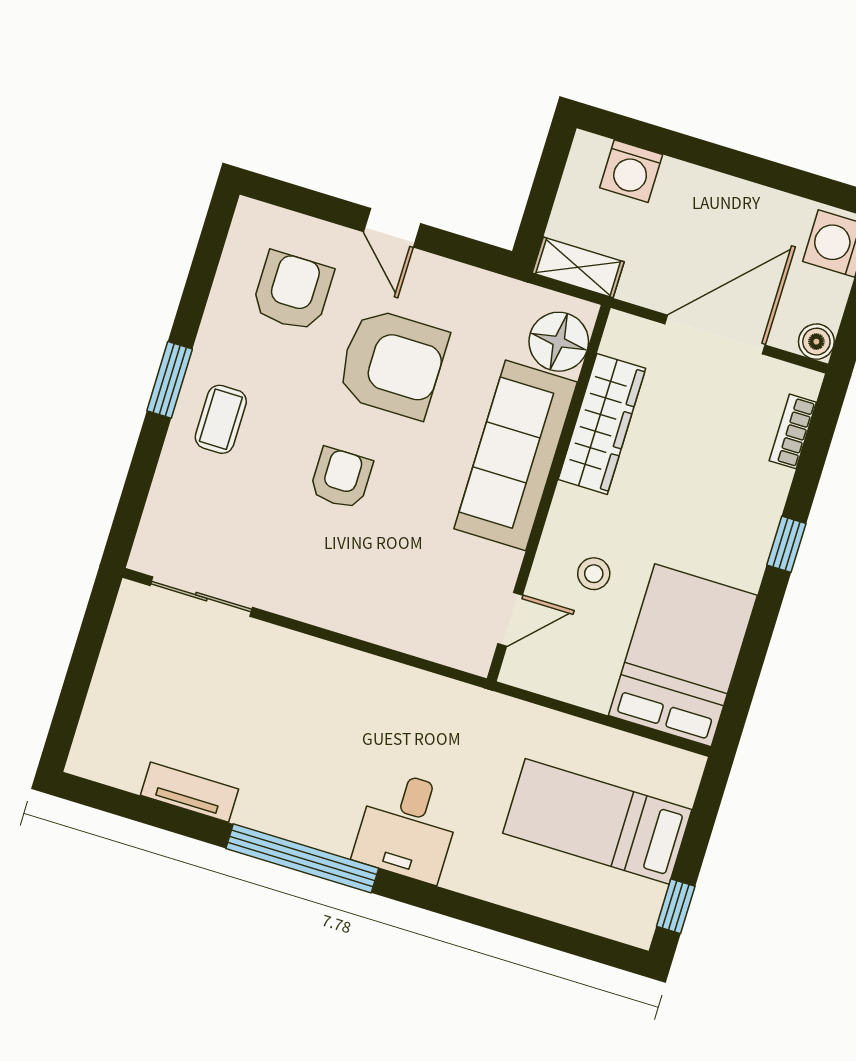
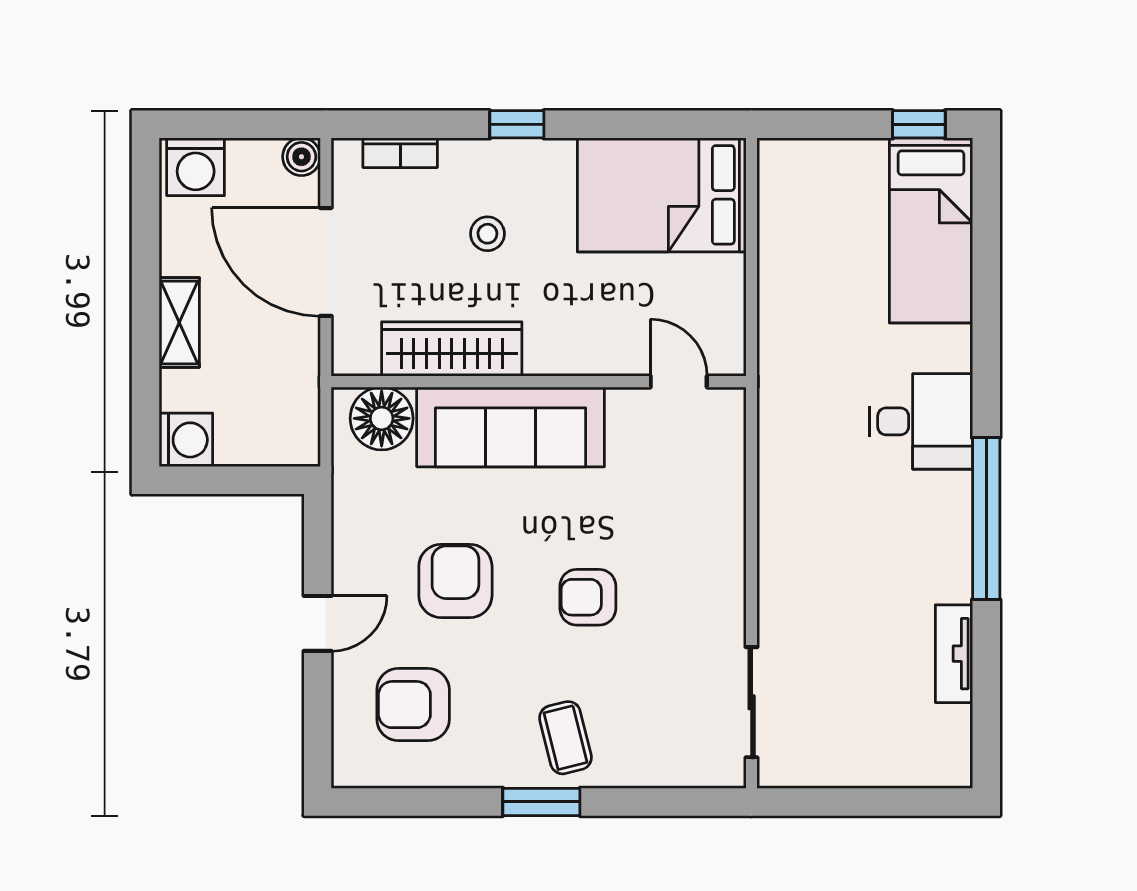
washing machine: (631, 171) -> (186, 440), moved
shelving: (578, 267) -> (179, 322), moved
armchair: (392, 363) -> (455, 581), width x0.73, depth x0.73
coffee table: (221, 419) -> (565, 738), turned 76
stool: (594, 574) -> (487, 234), moved
bed: (597, 821) -> (931, 230), moved

